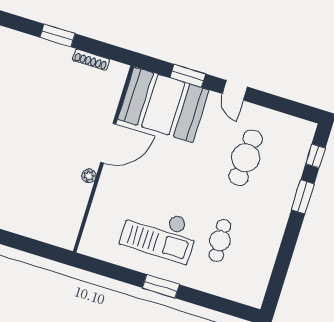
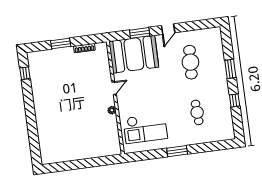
door: (235, 90) -> (168, 29), hinge flipped
door: (108, 143) -> (114, 88), width x0.53
window: (315, 156) -> (235, 100), moved
checkout: (159, 233) -> (145, 128), moved

